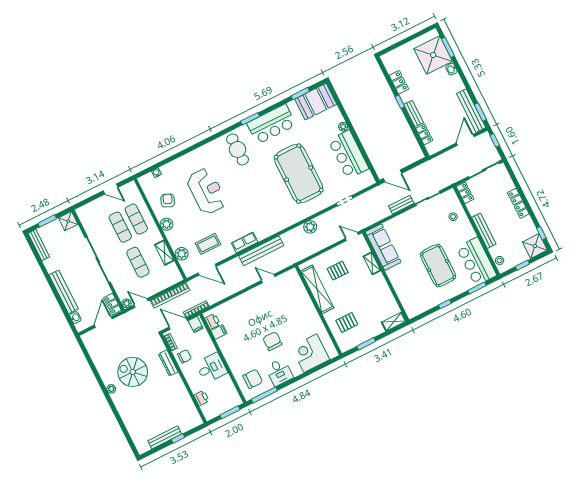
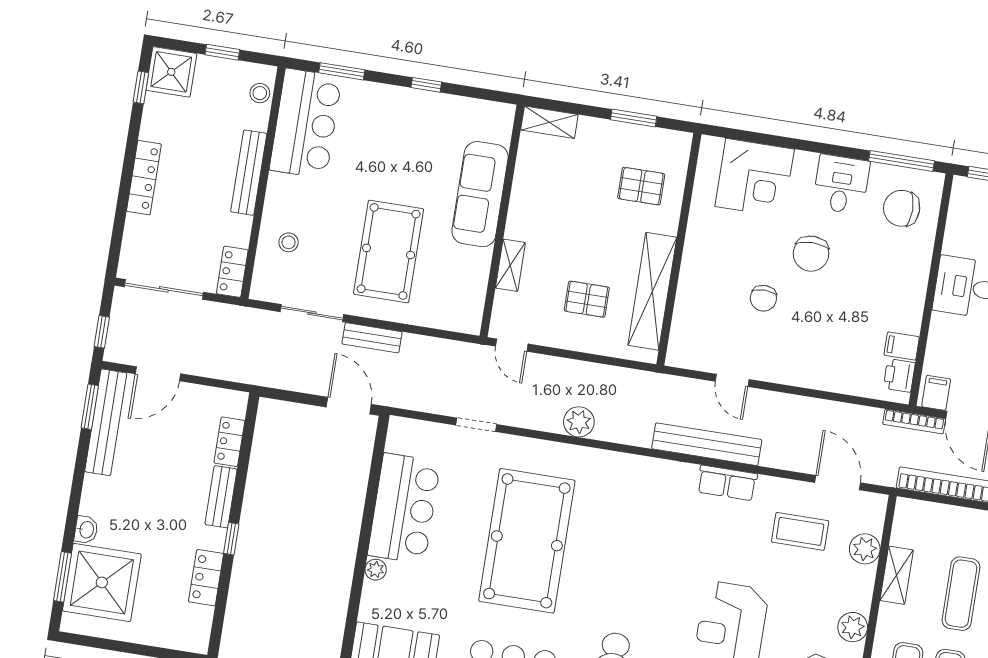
sofa: (383, 247) -> (480, 194), moved
pool table: (438, 266) -> (389, 251), moved
chair: (278, 314) -> (763, 298), added

